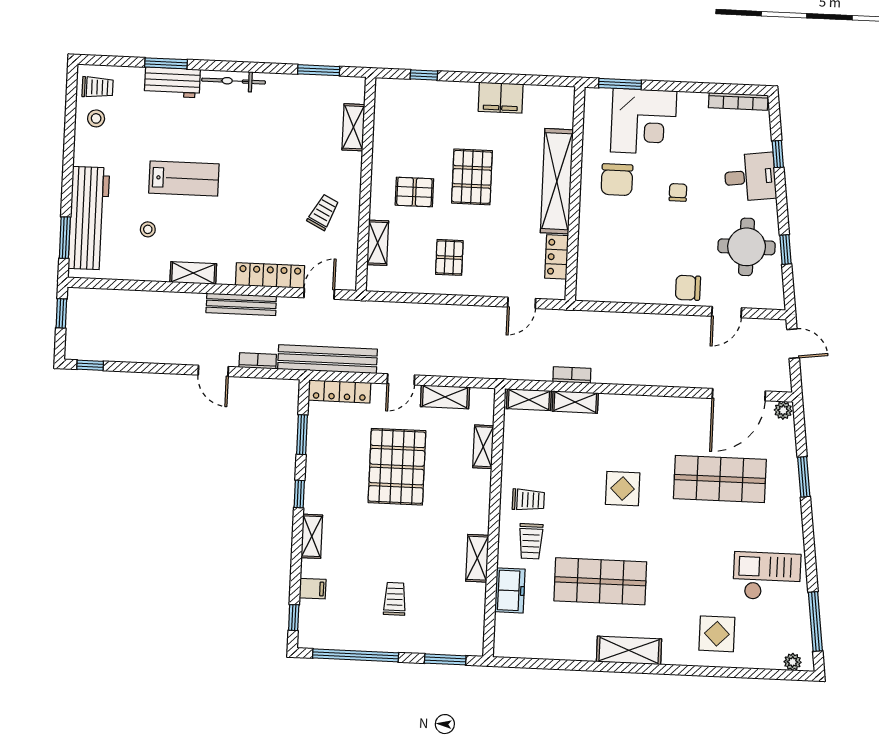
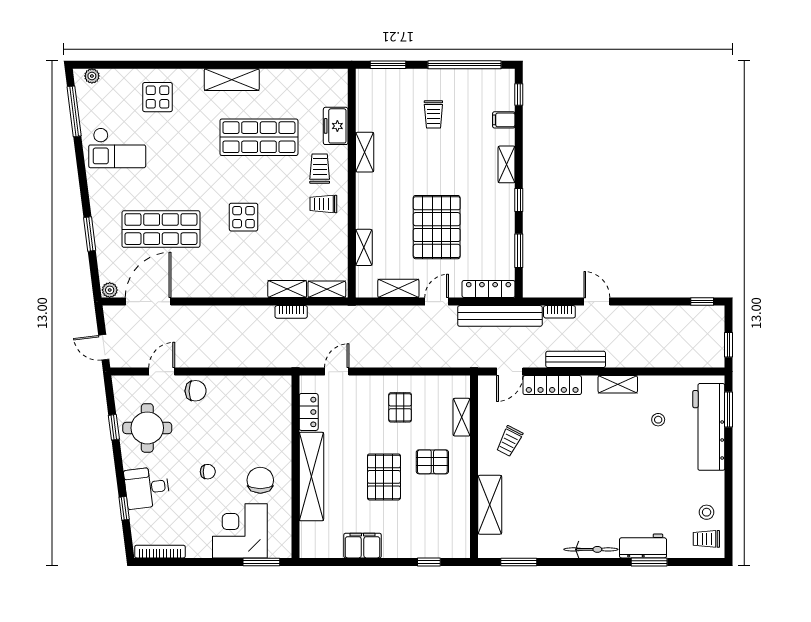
shelving: (353, 127) -> (490, 505), width x1.50, depth x1.33
lab bench: (184, 179) -> (629, 464), removed
chair: (678, 192) -> (208, 472), turned -90

